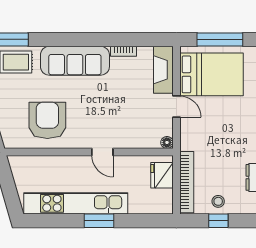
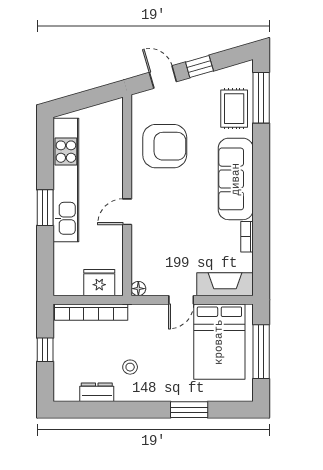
stool: (218, 201) -> (130, 367), moved

